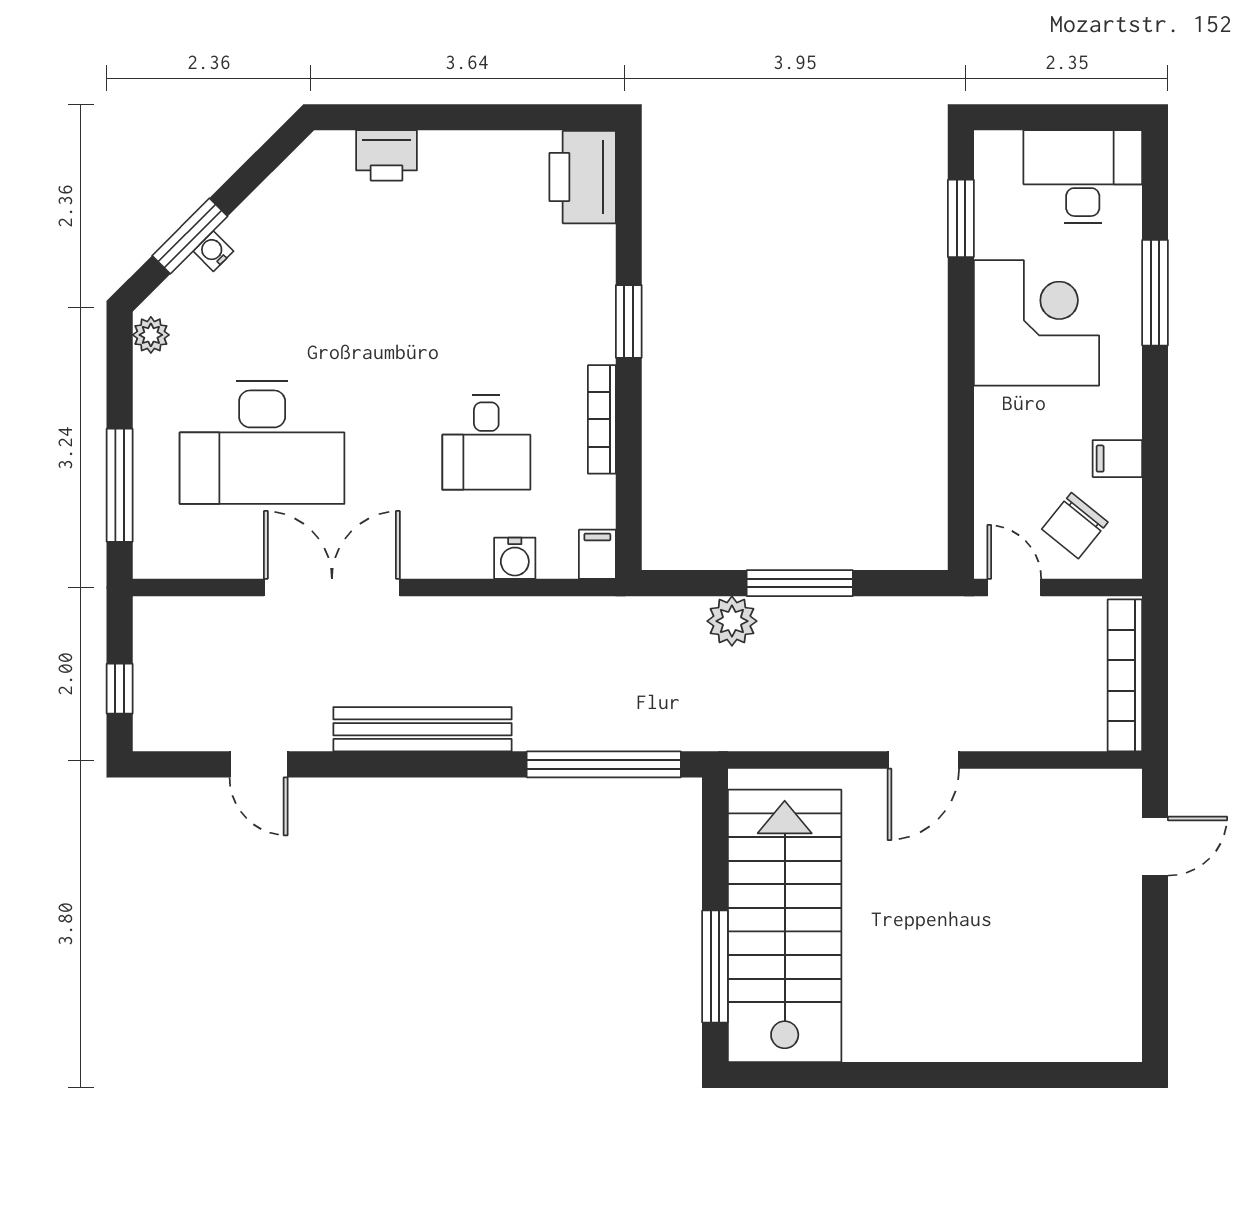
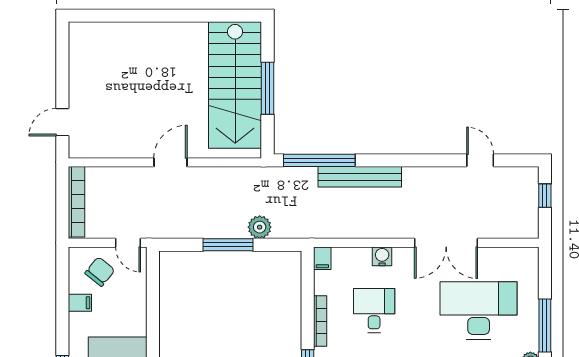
window: (120, 485) -> (545, 325), moved
water cooler: (515, 558) -> (382, 256), moved
bench: (423, 729) -> (360, 177), moved
window: (715, 967) -> (267, 88), moved

